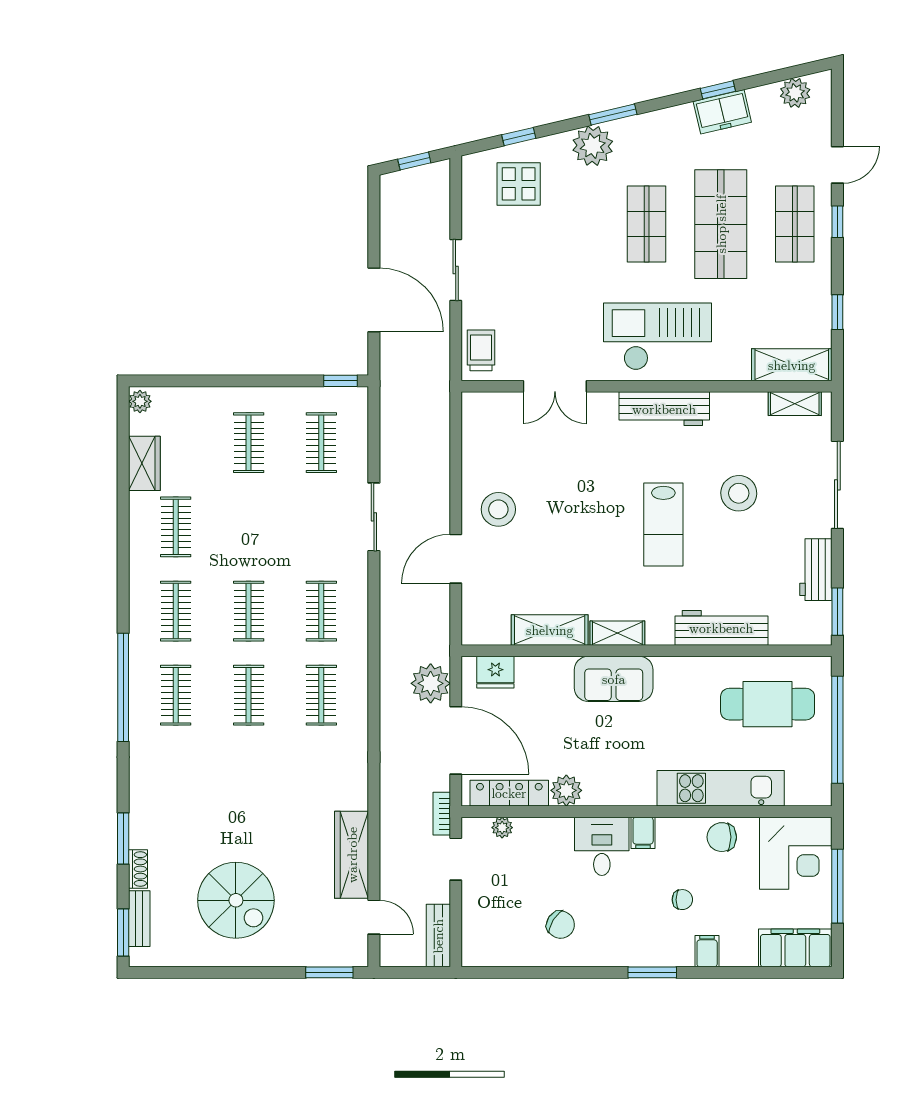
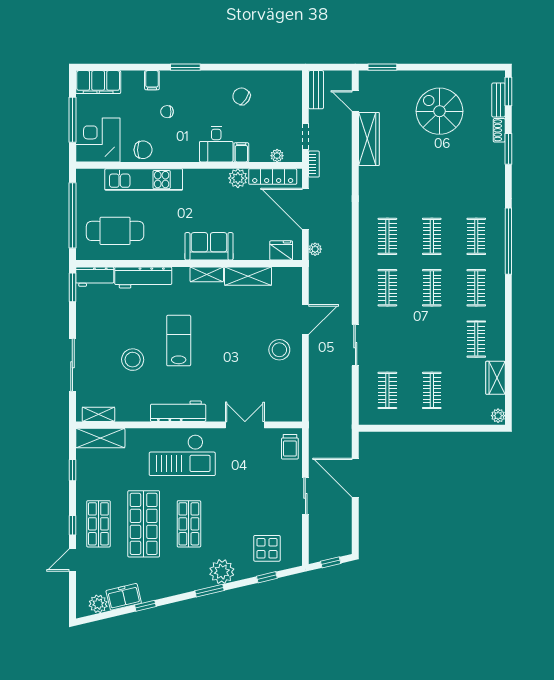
freezer: (722, 112) -> (124, 597), moved
window: (341, 381) -> (376, 428), removed
workbench: (816, 570) -> (95, 277), moved, turned 90
plant: (431, 683) -> (315, 249), width x0.53, depth x0.53
filing cabinet: (643, 833) -> (241, 152), moved

